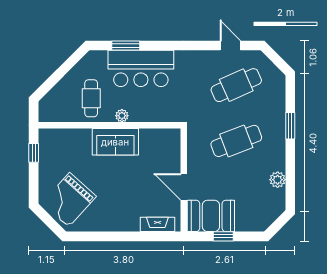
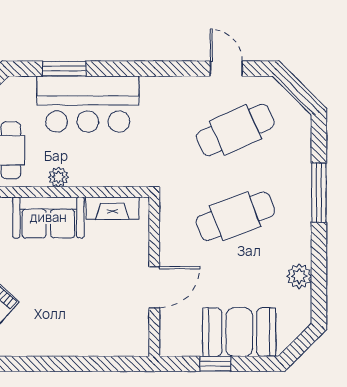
window: (290, 126) -> (319, 193), width x1.44
door: (184, 187) -> (154, 287), swing flipped
booth: (211, 216) -> (239, 332), moved
fireplace: (157, 224) -> (112, 208), moved, turned 180

